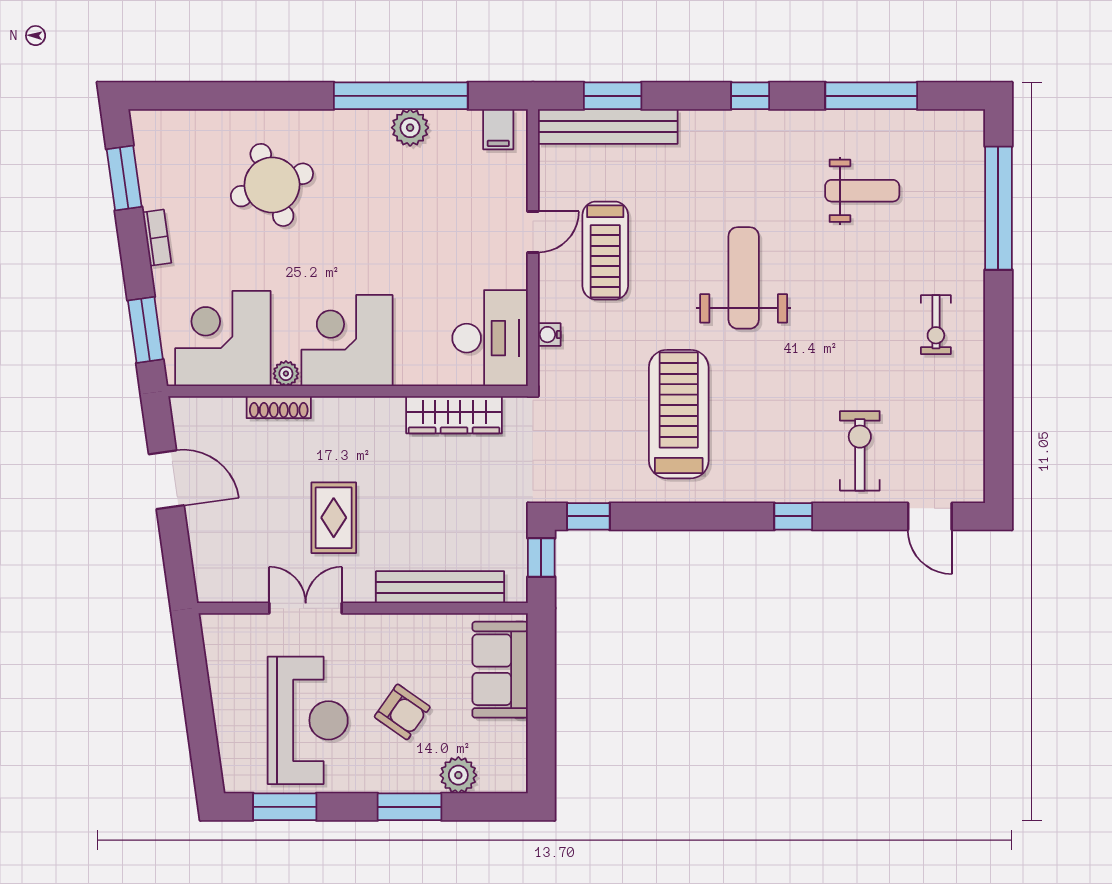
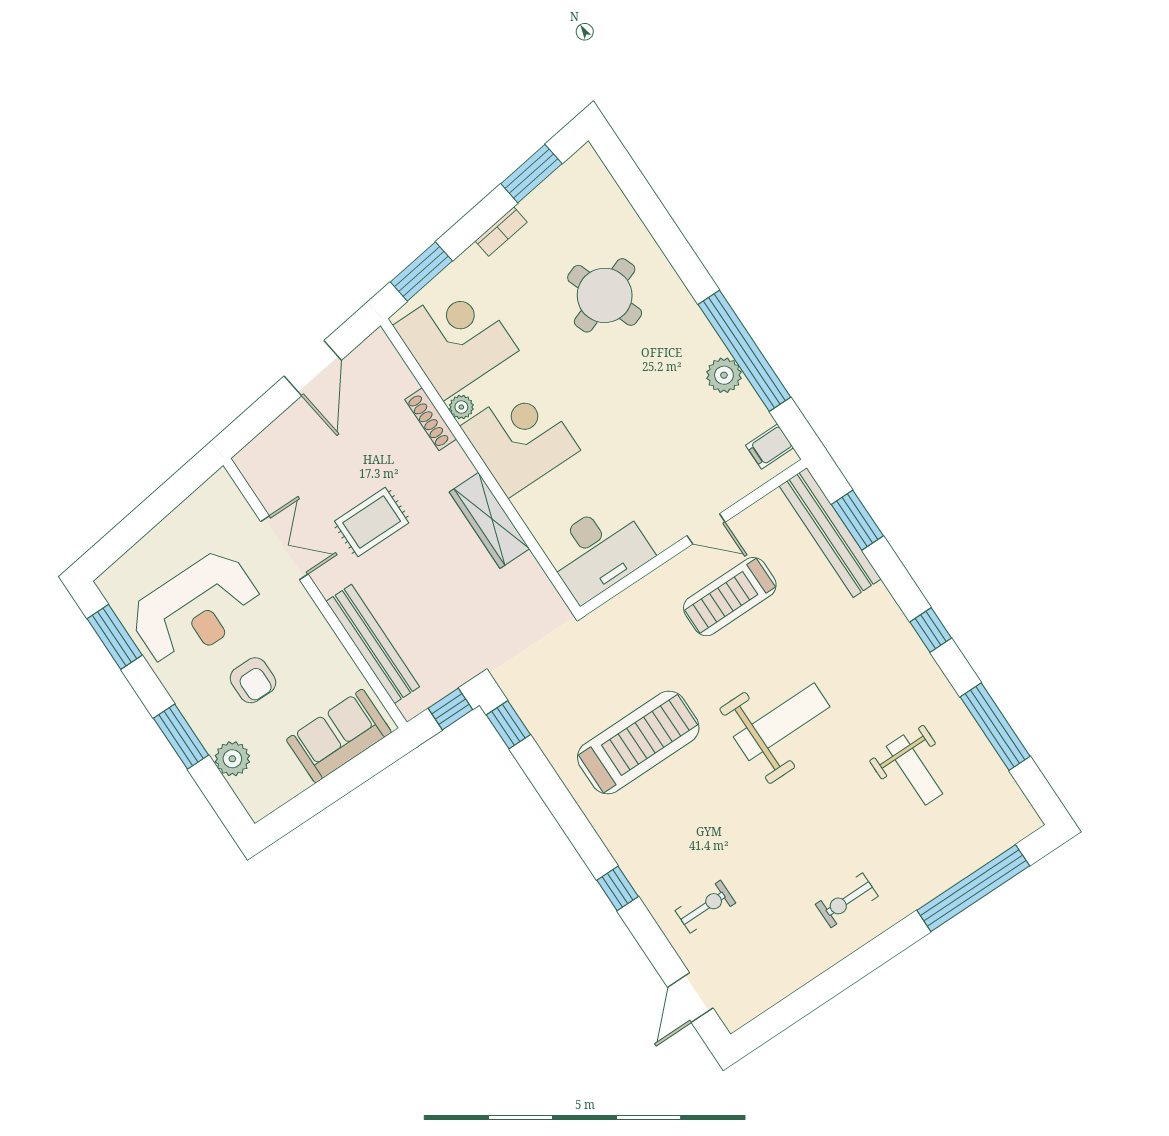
water cooler: (549, 335) -> (633, 597), removed
wardrobe: (454, 415) -> (489, 520), moved
exercise bike: (860, 451) -> (705, 907), width x0.73, depth x0.72
armchair: (402, 712) -> (253, 680), turned -35

